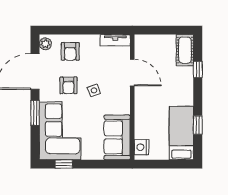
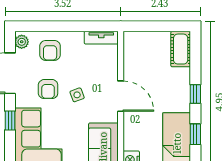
window: (198, 70) -> (195, 94), moved
door: (132, 73) -> (121, 96), moved
window: (35, 113) -> (10, 120), width x0.67

